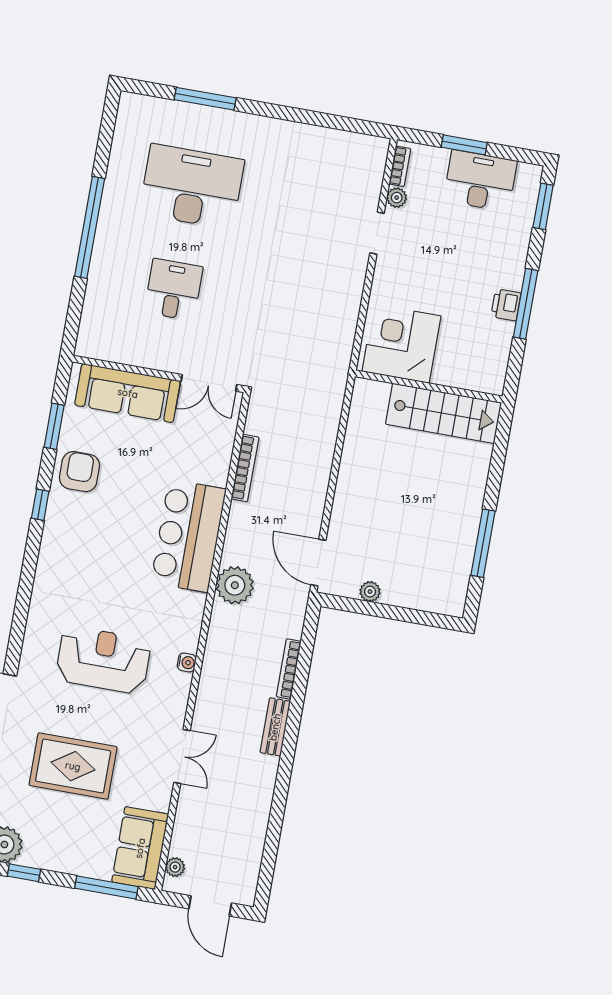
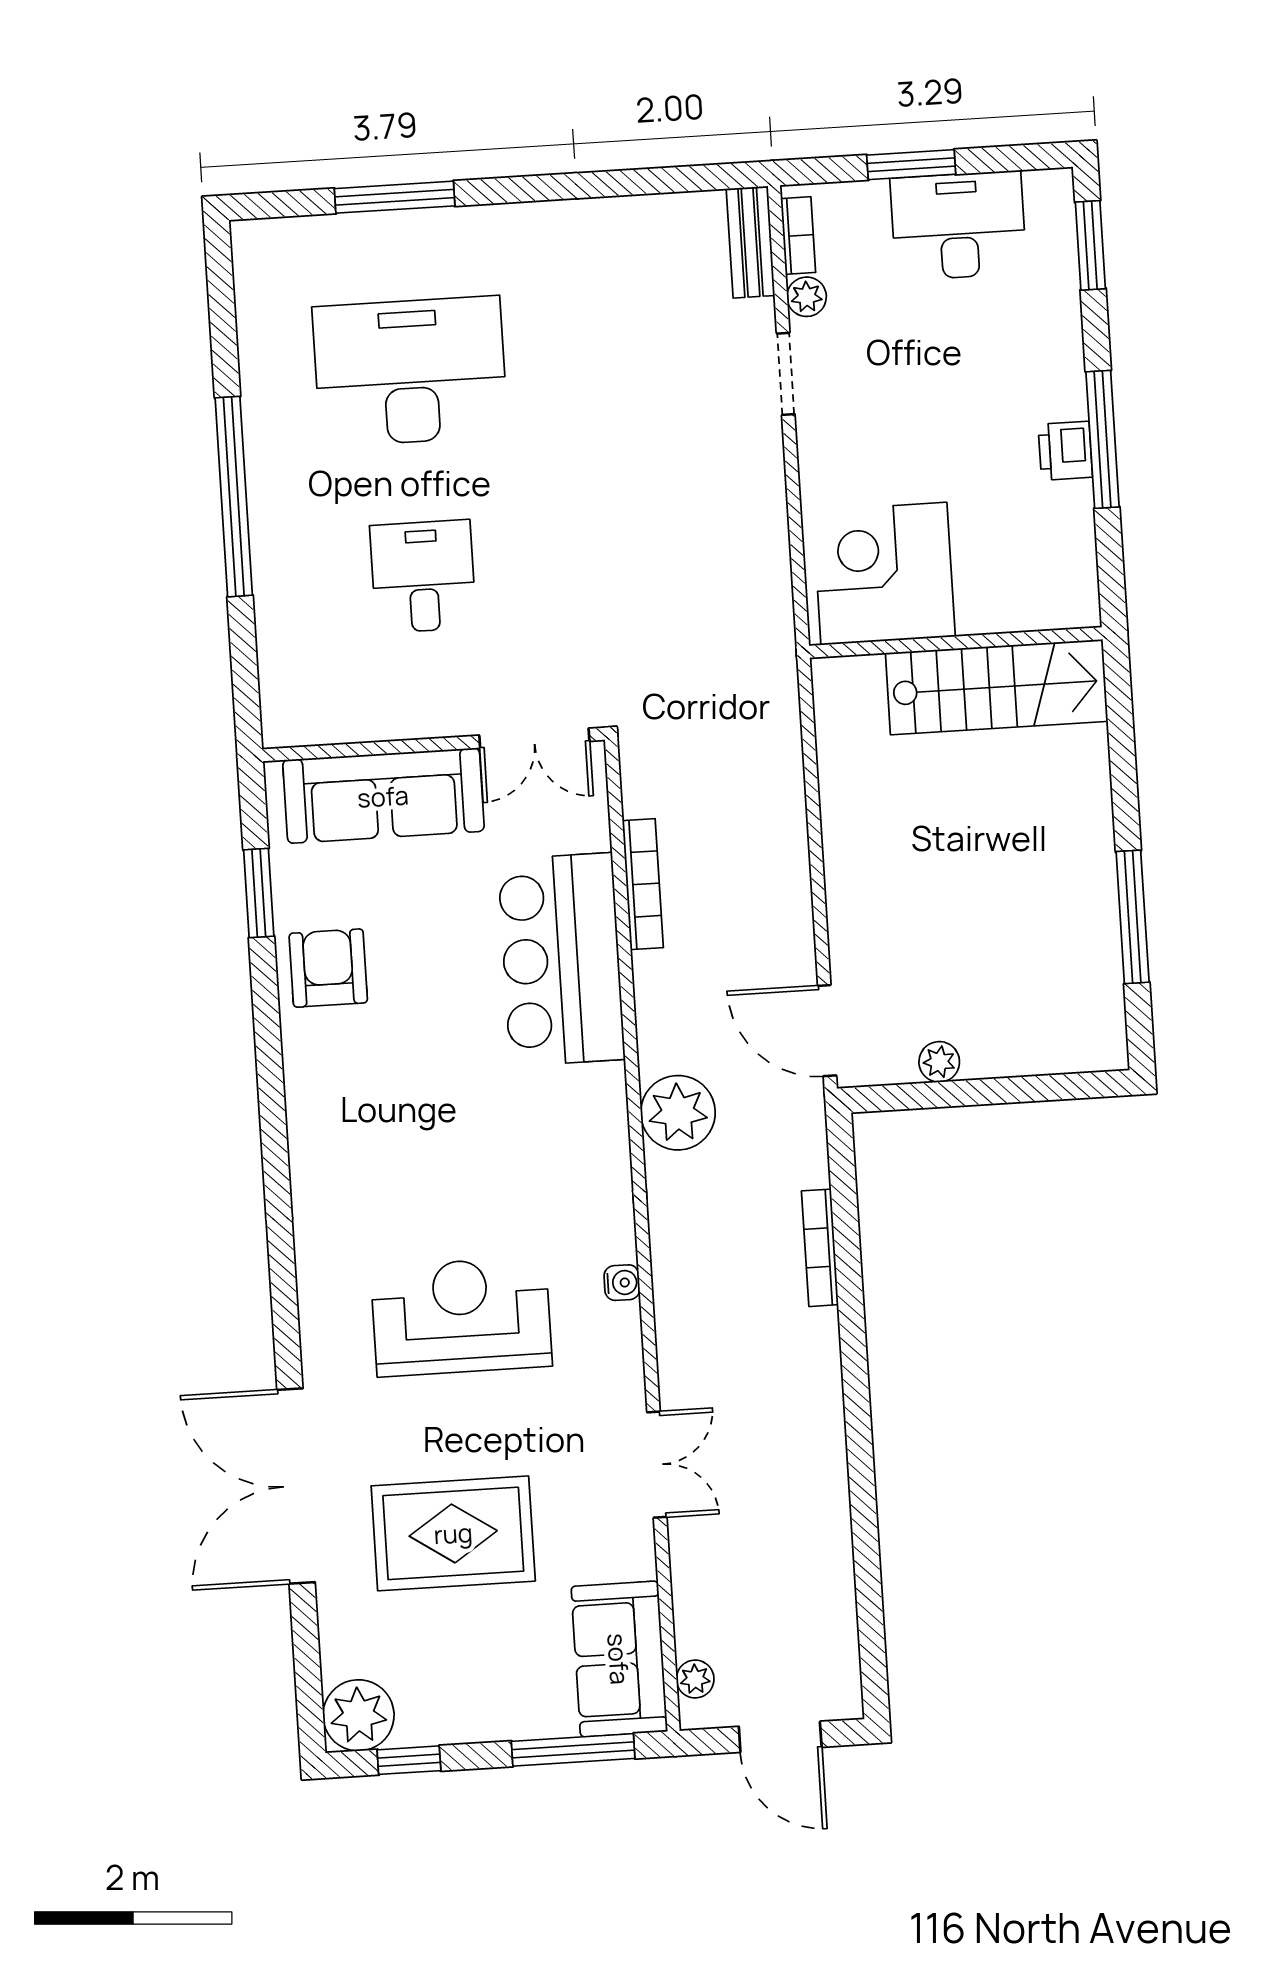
window: (40, 505) -> (269, 1050), removed
bar counter: (188, 536) -> (561, 959), moved
bench: (275, 727) -> (751, 242), moved

